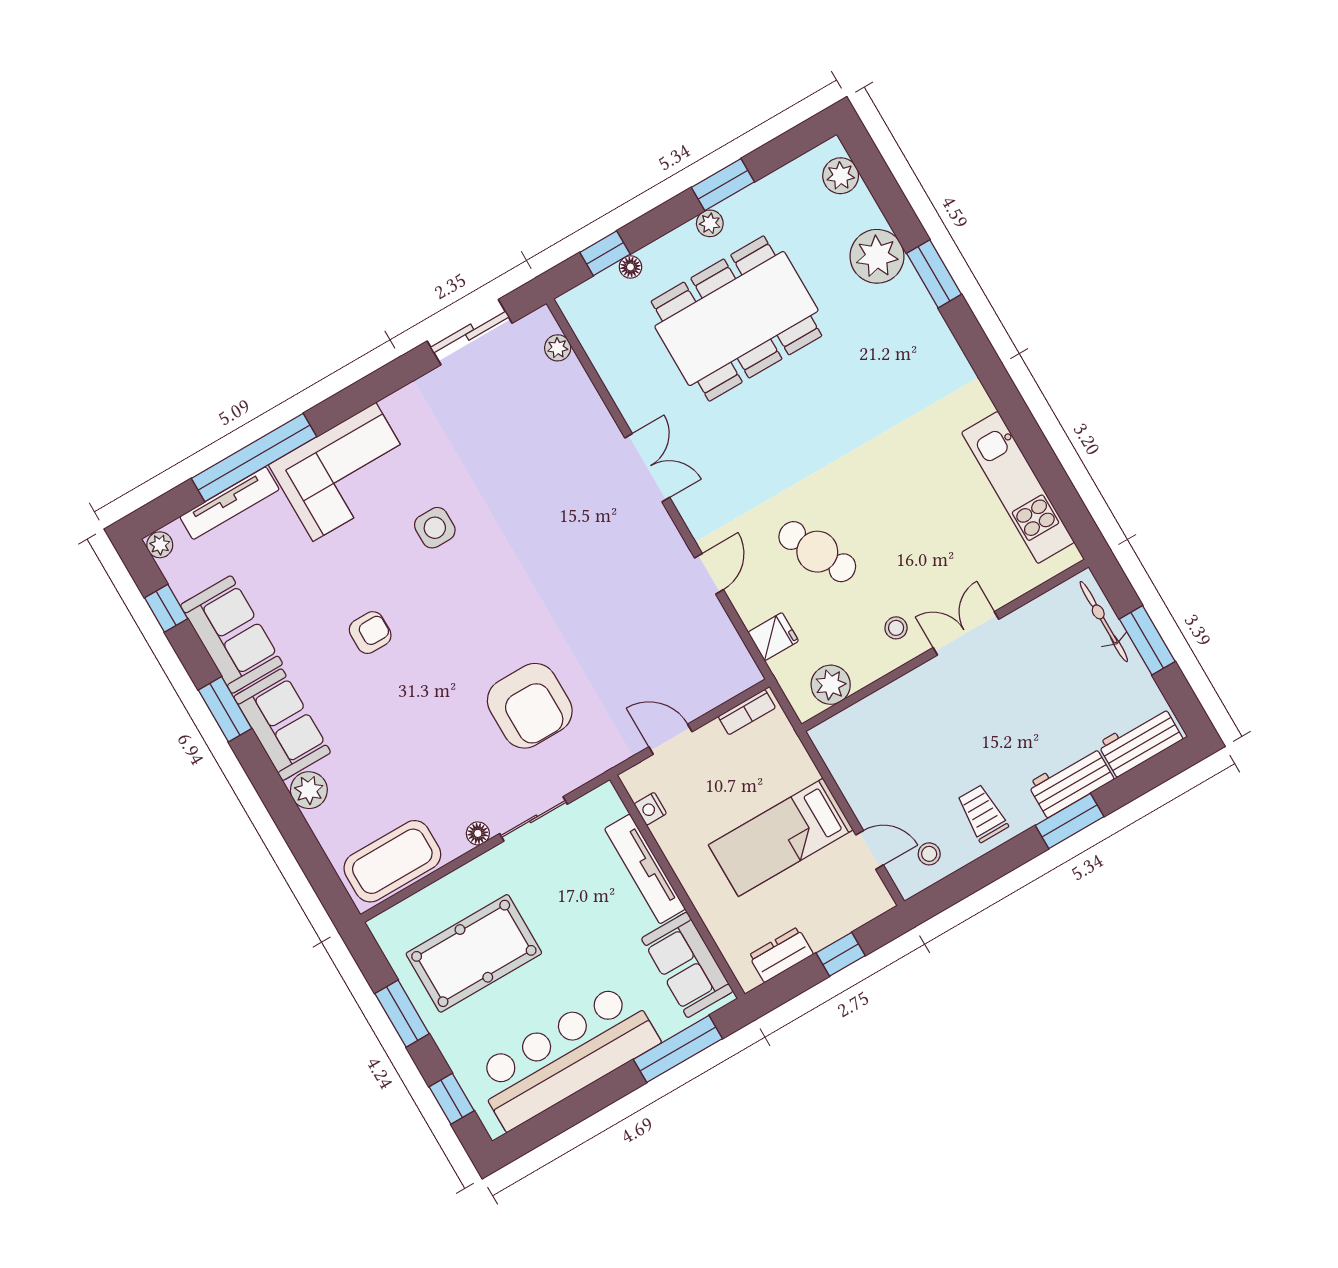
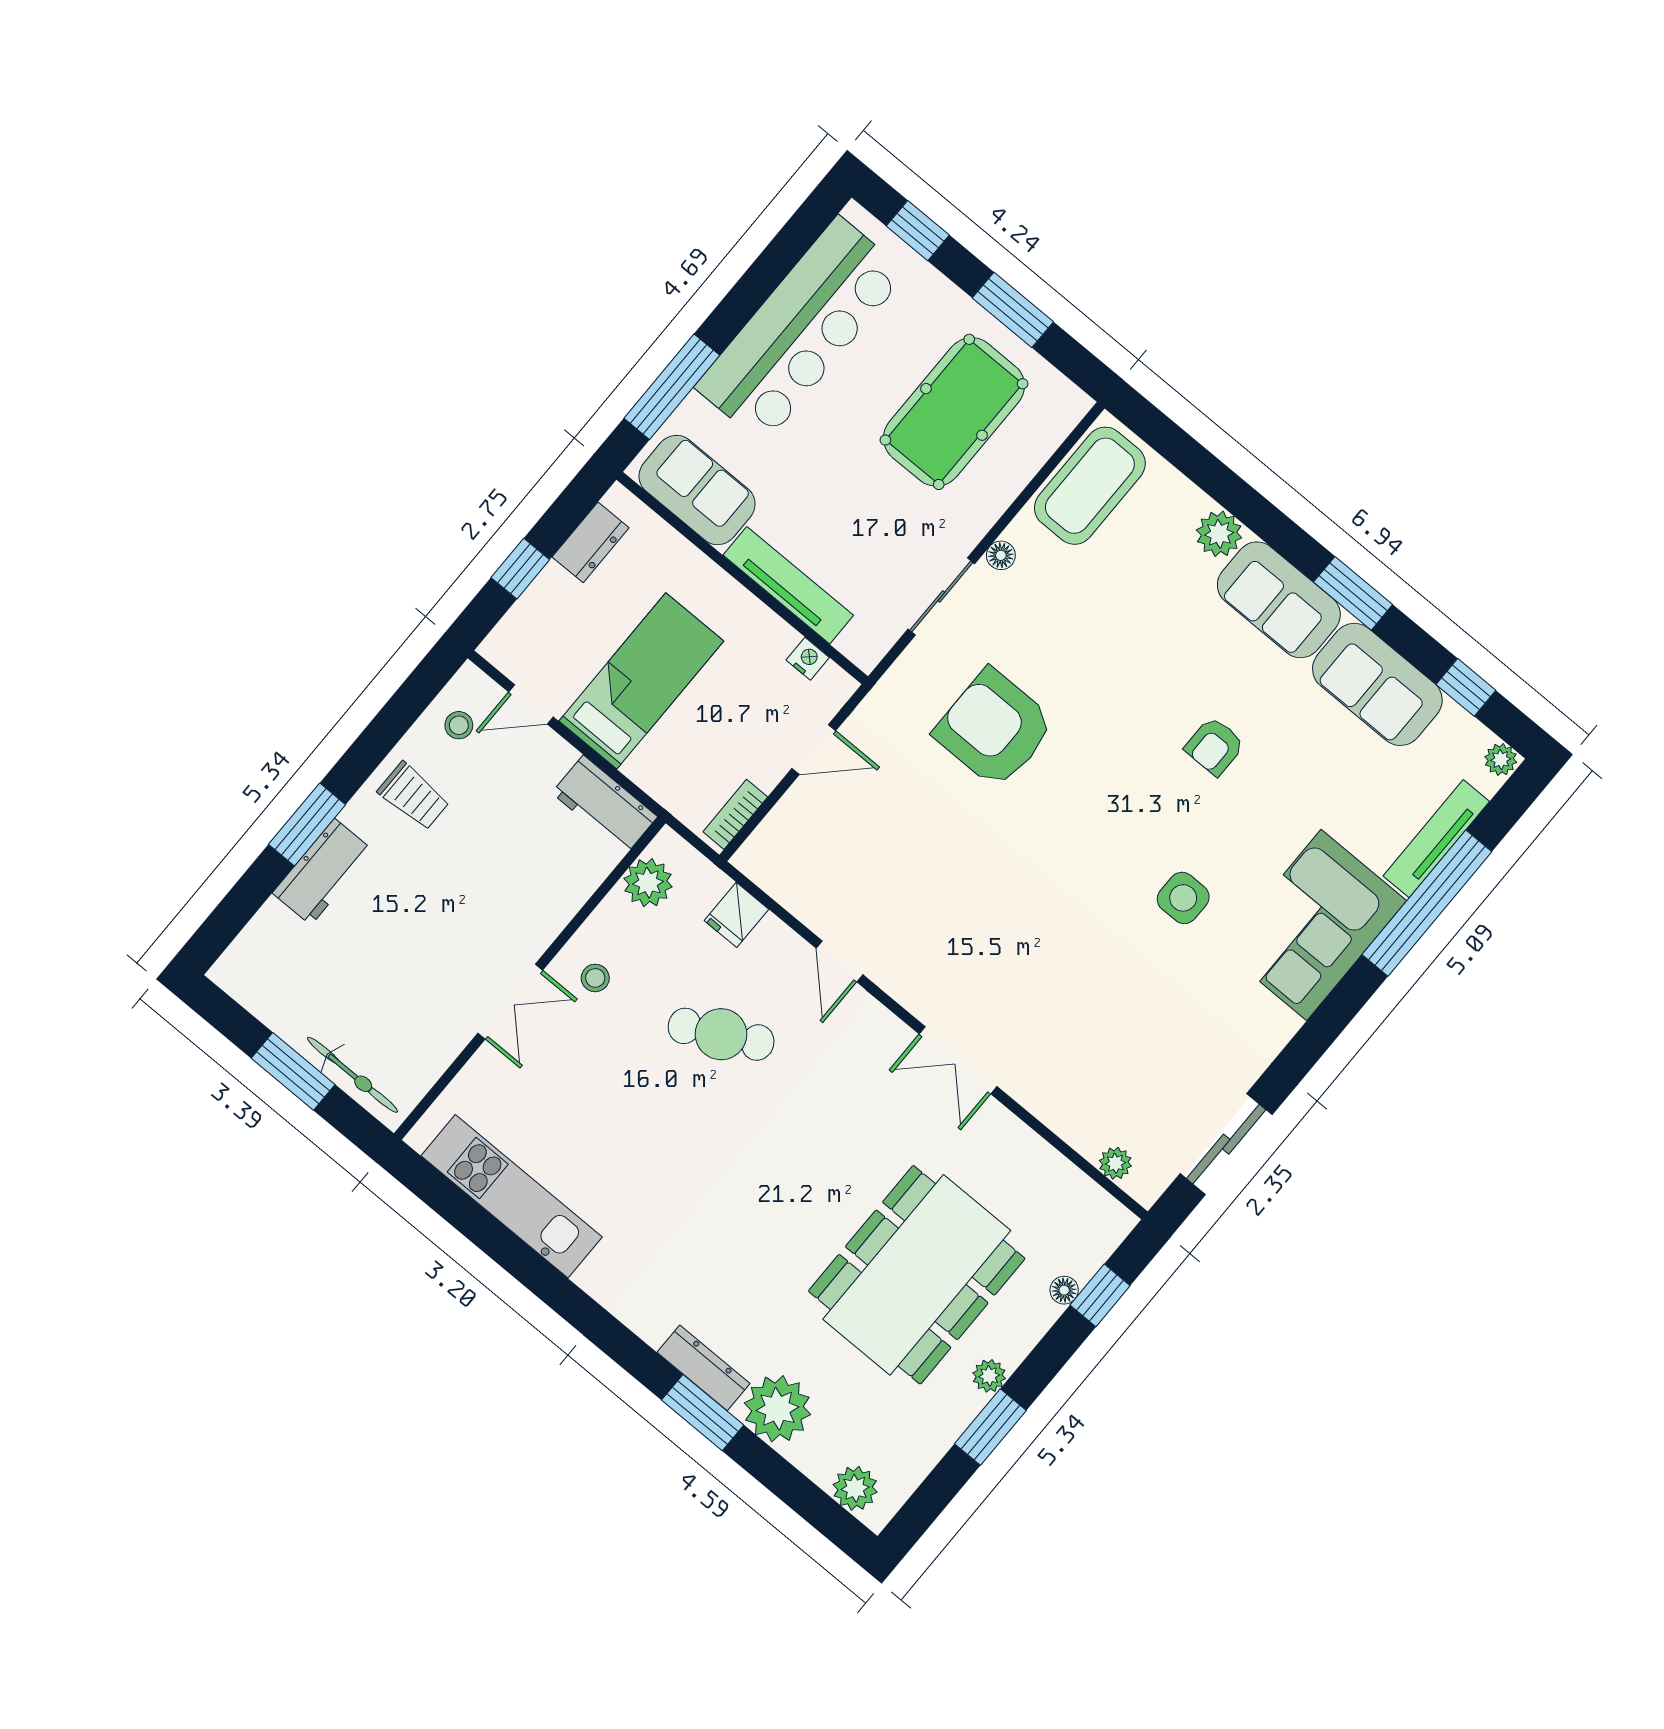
dresser: (921, 307) -> (703, 1368), added
workbench: (1140, 741) -> (605, 805), moved, turned 90

